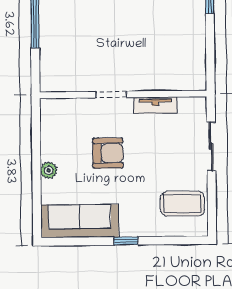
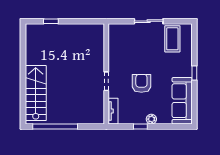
tv unit: (155, 105) -> (113, 111), moved
sliding door: (211, 146) -> (149, 21), moved
window: (36, 152) -> (140, 126), added

